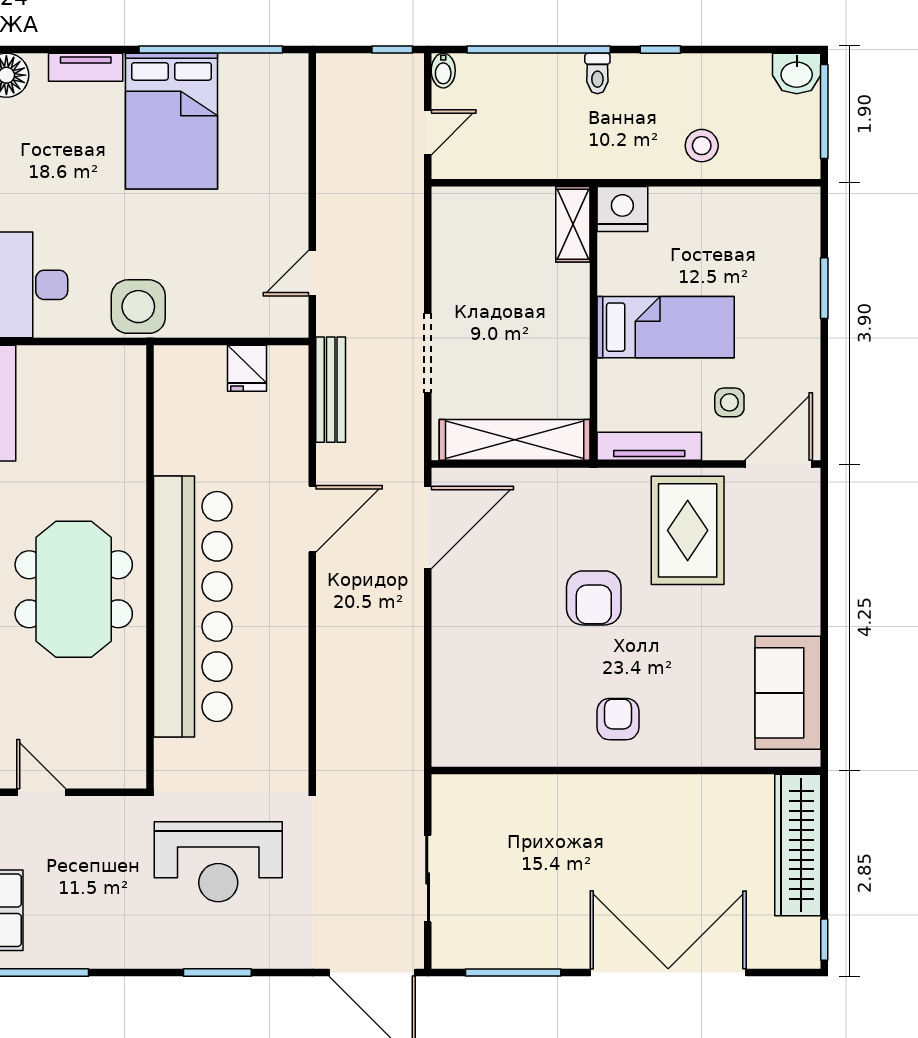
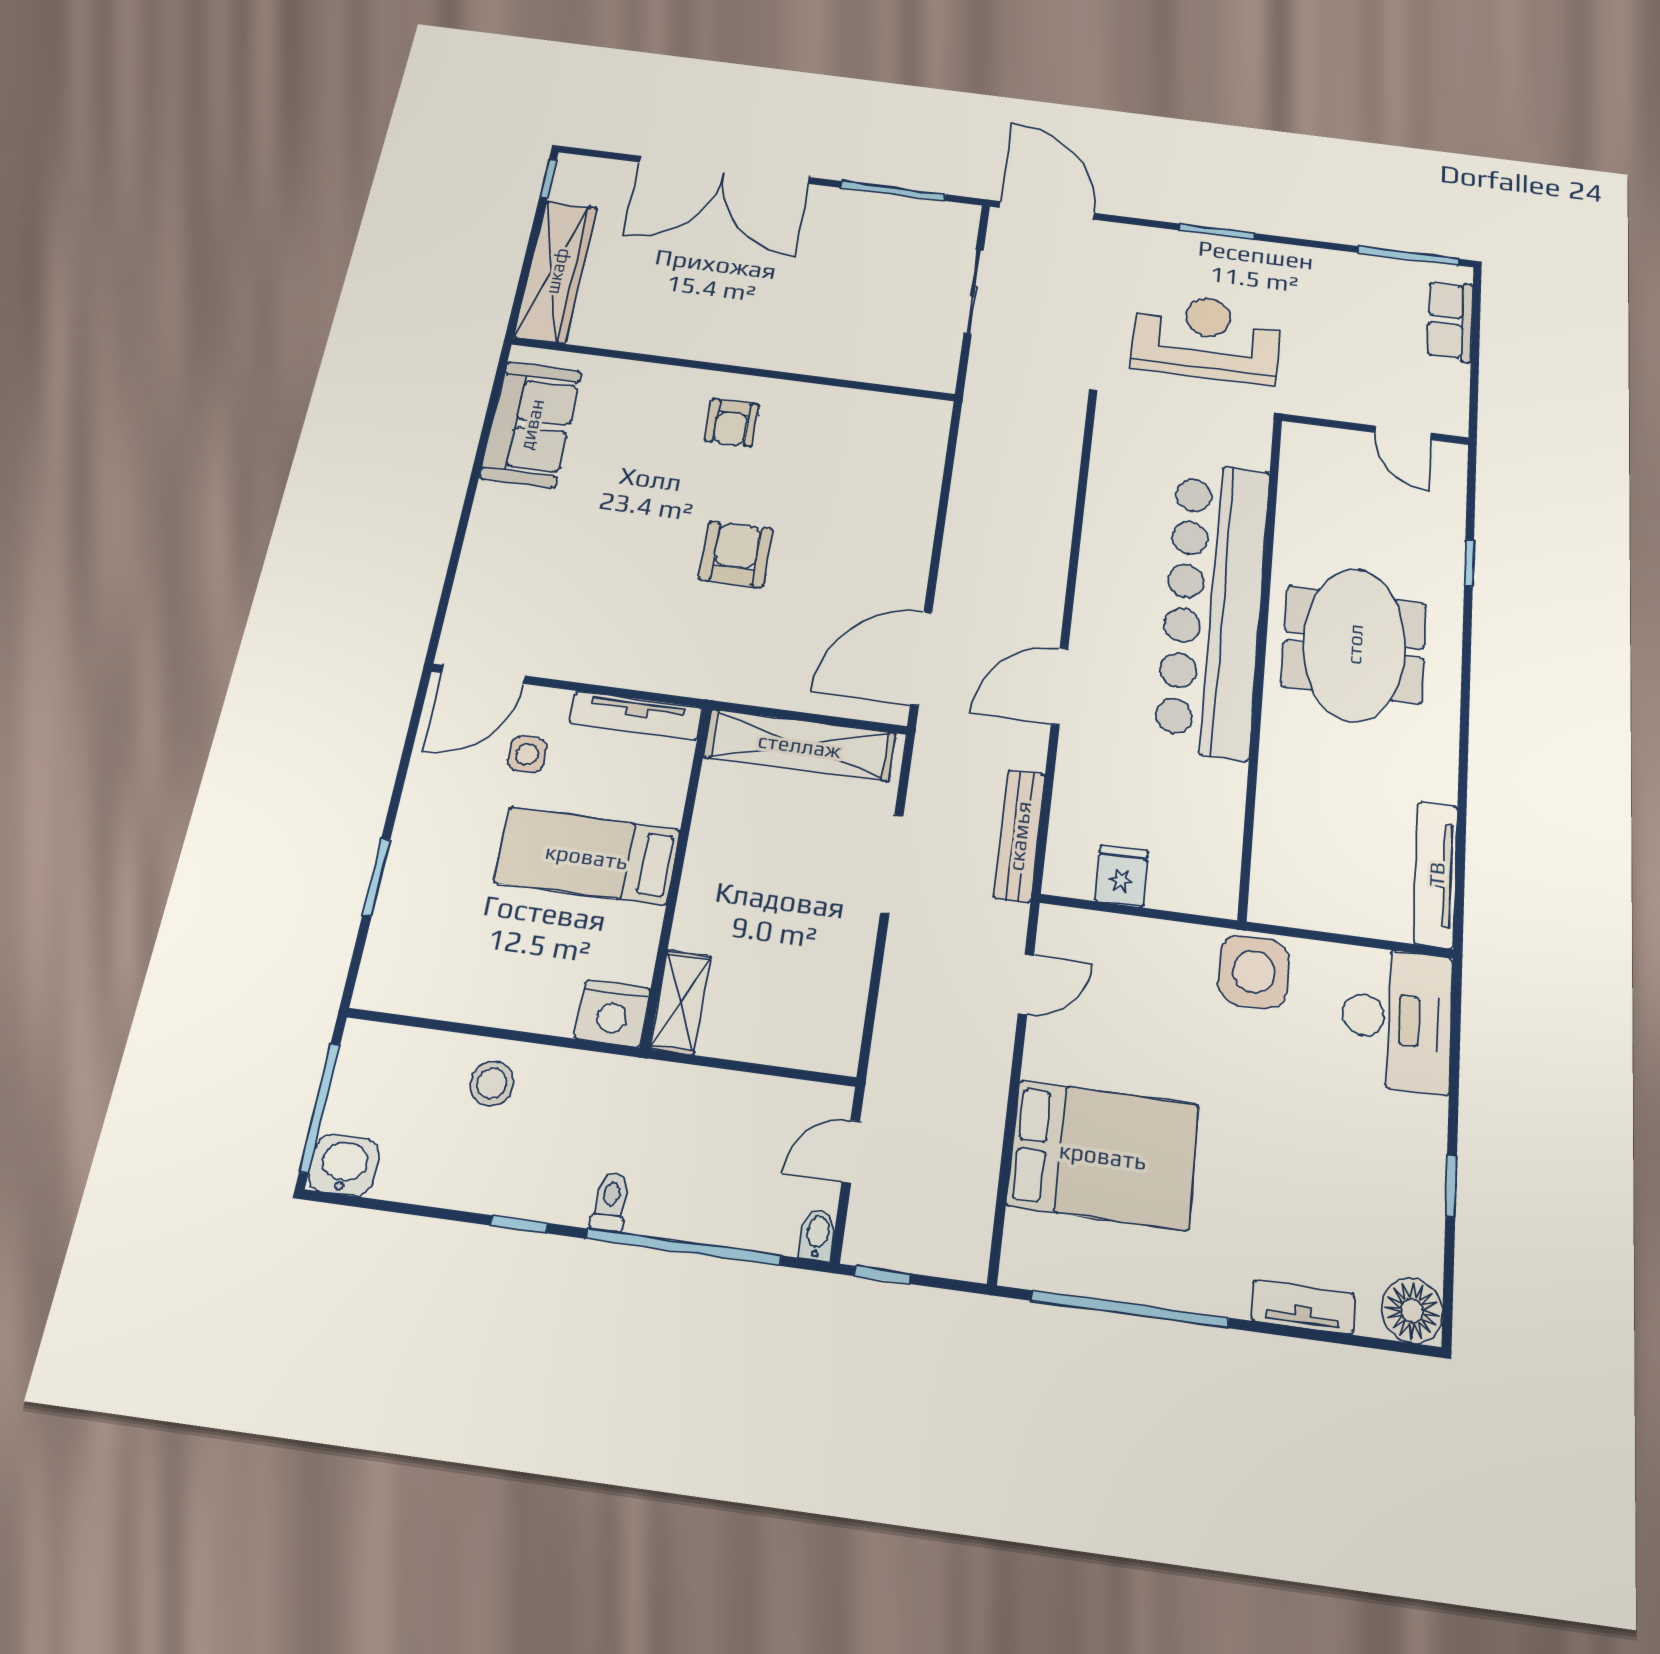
bed: (171, 121) -> (1103, 1155), moved, turned 90
rug: (688, 530) -> (610, 614), removed

